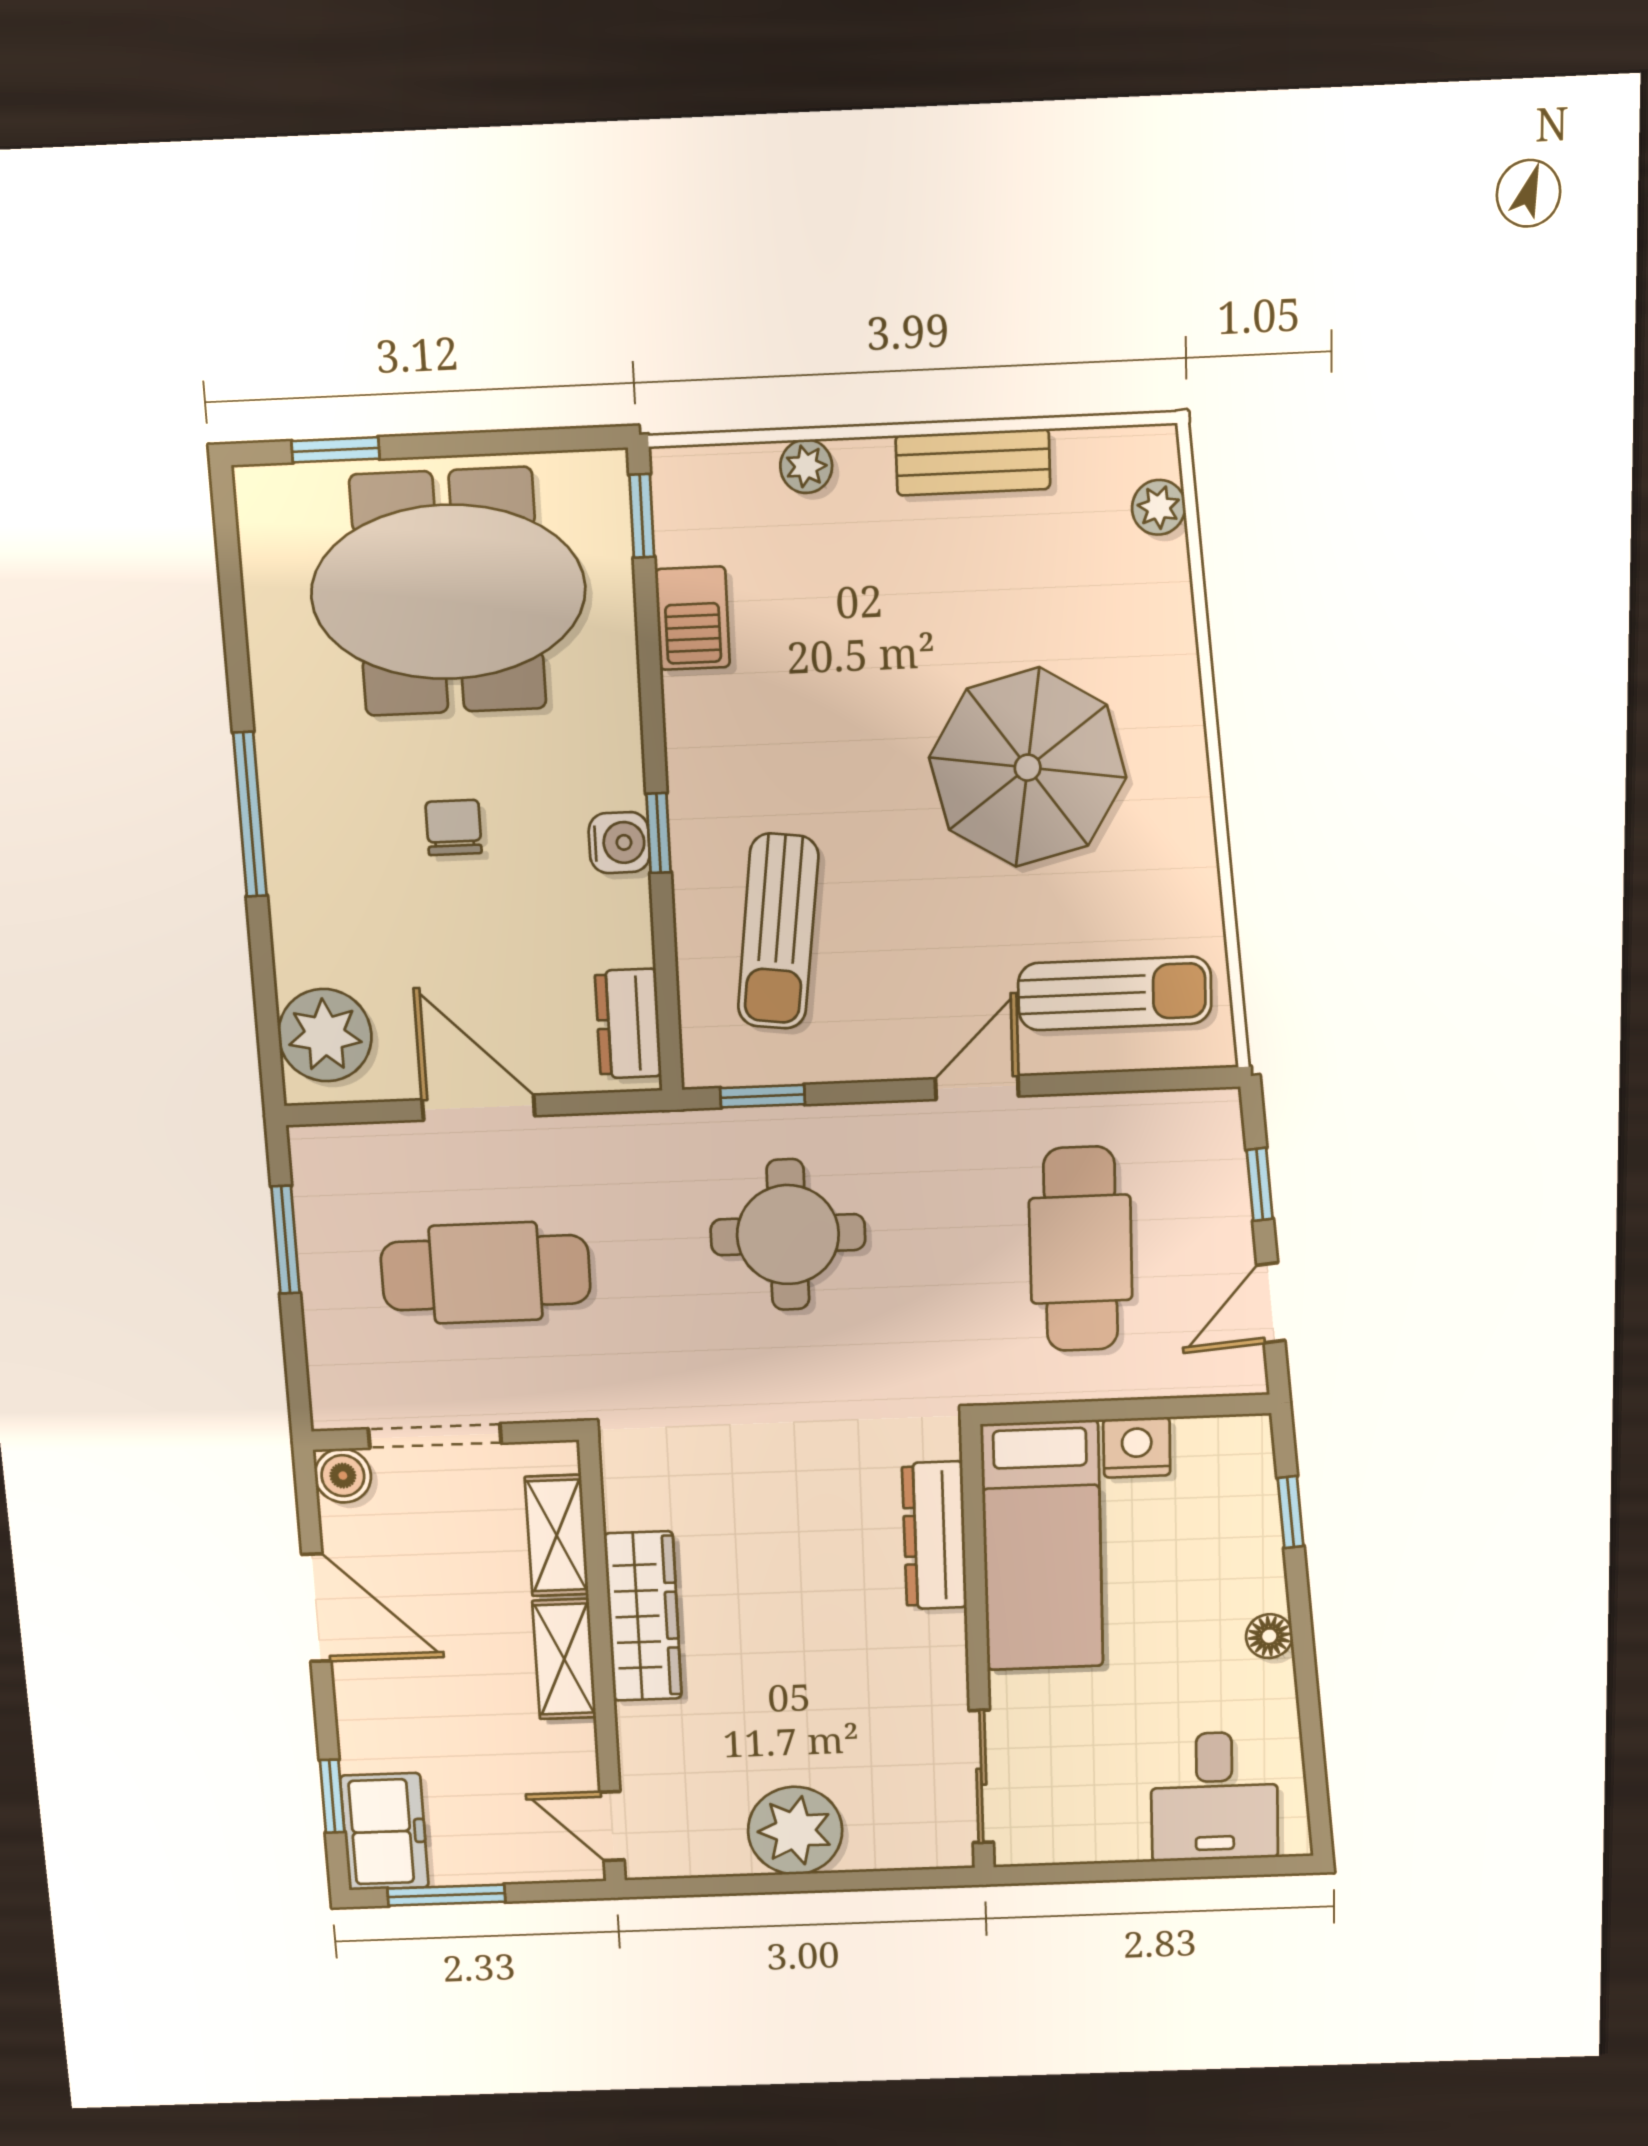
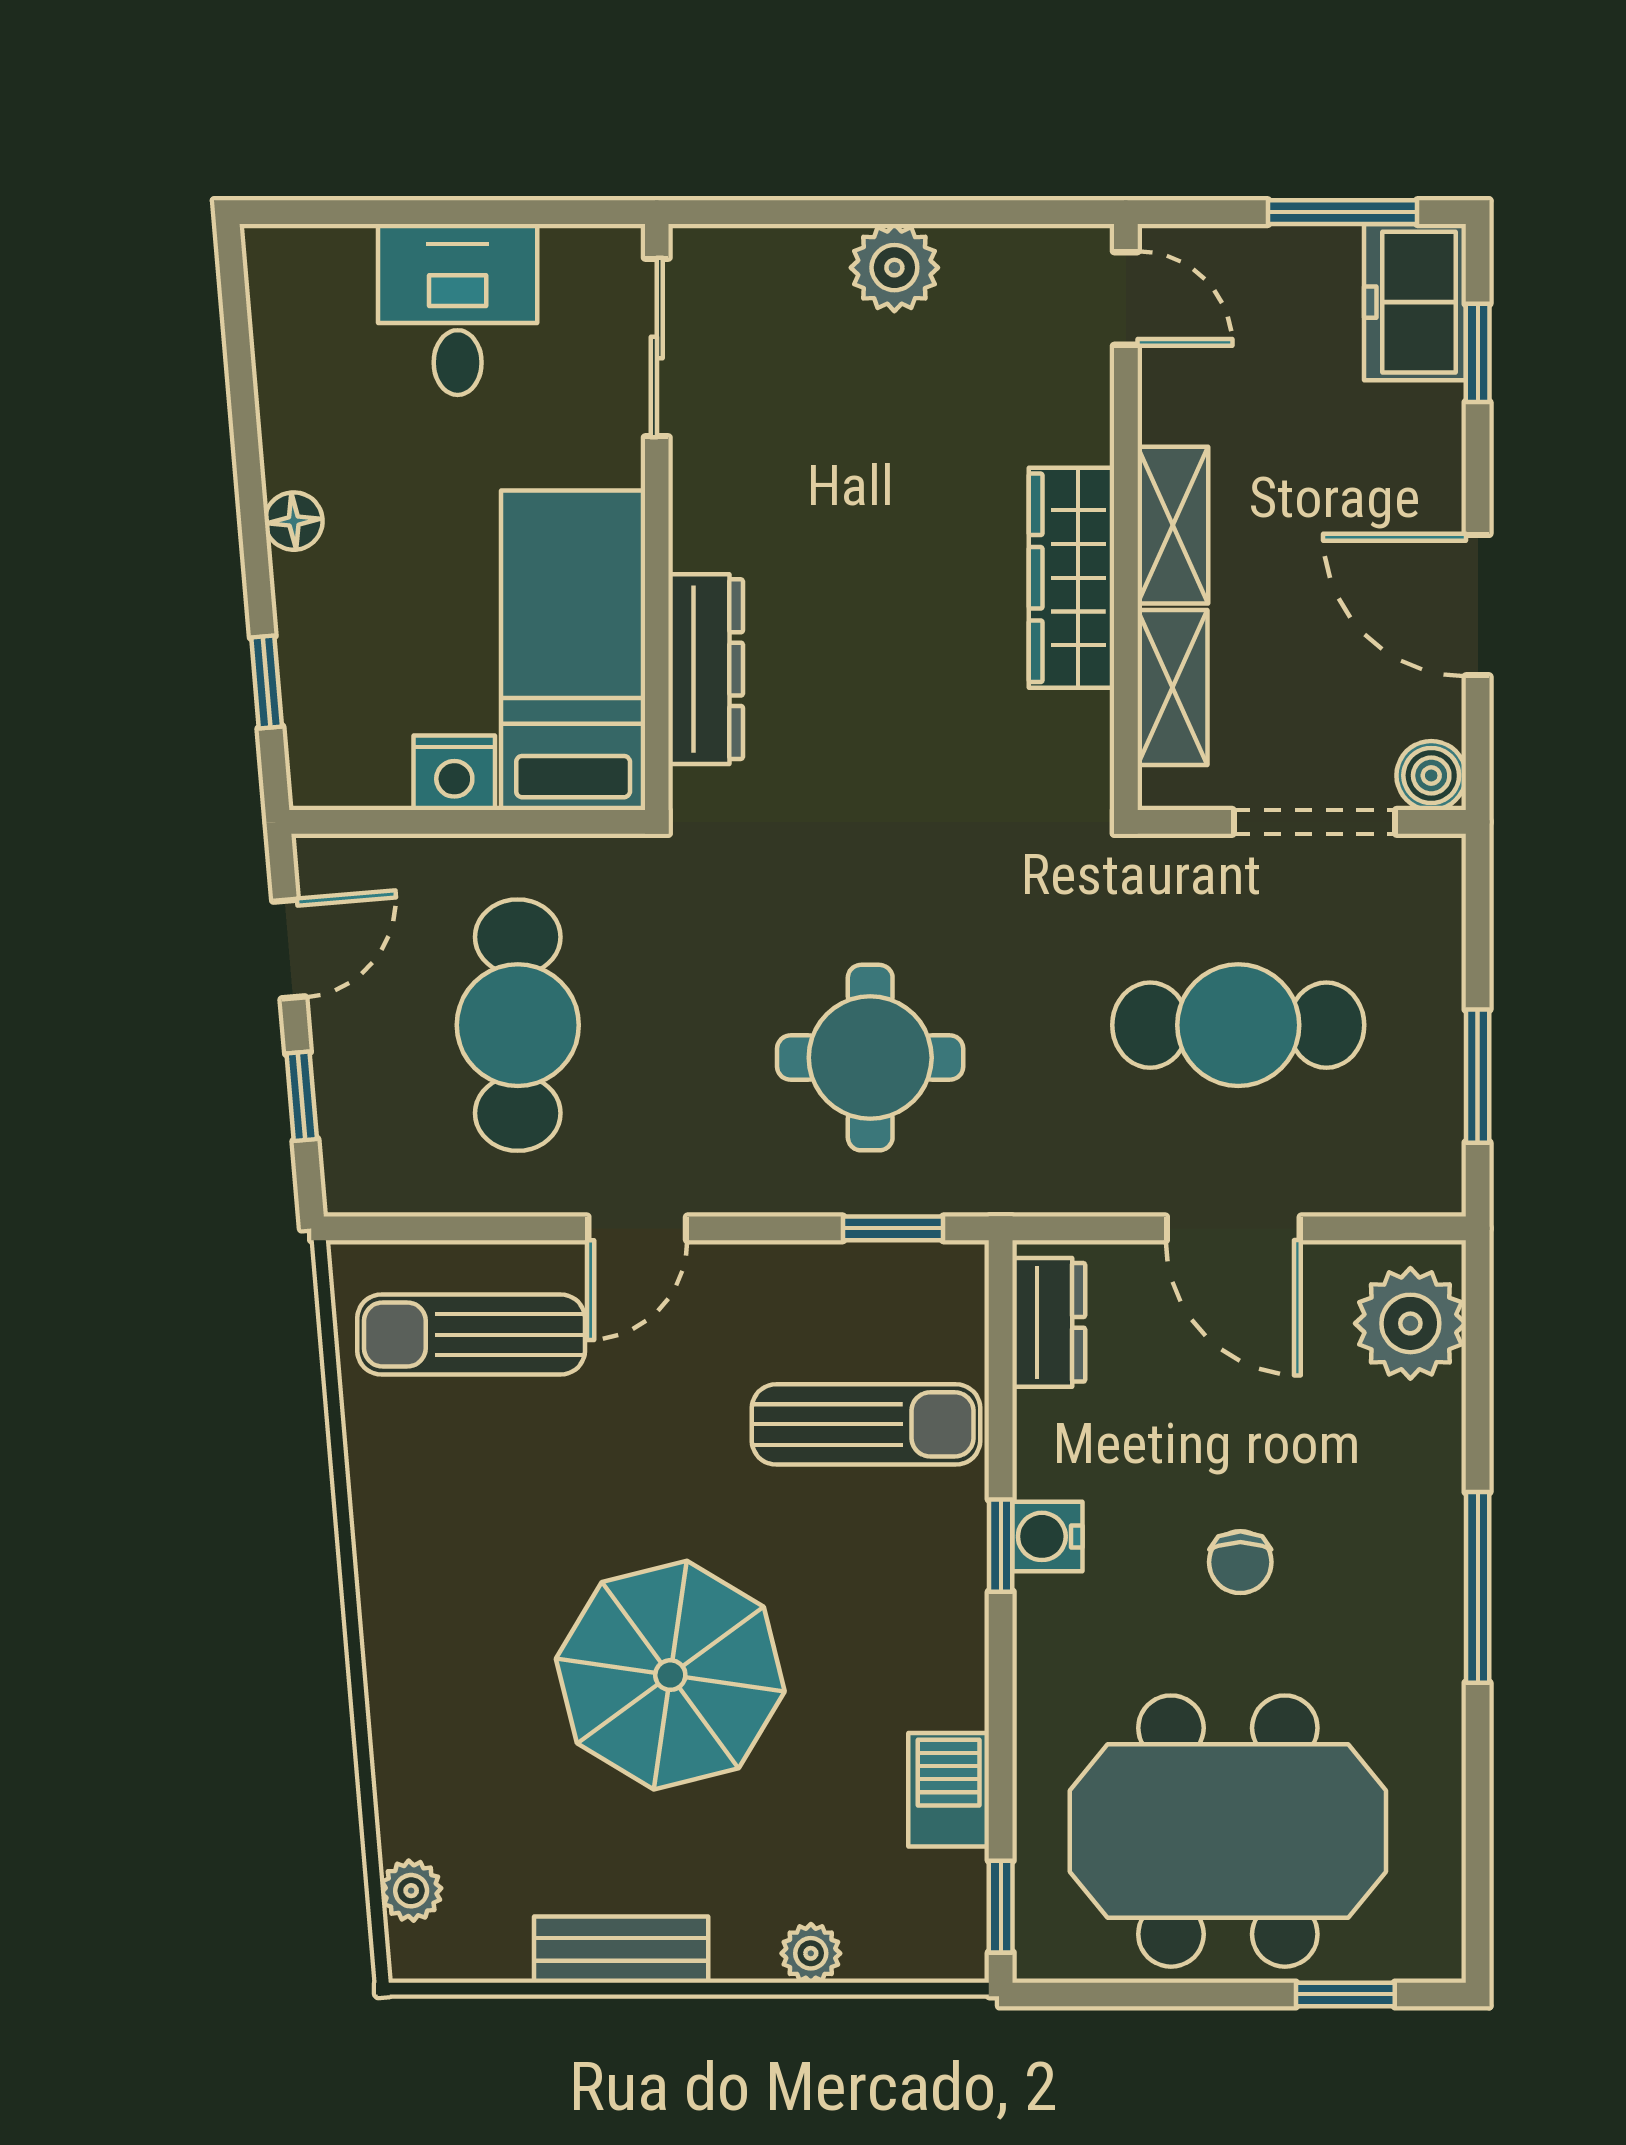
parasol: (1028, 768) -> (670, 1675), moved
sun lounger: (778, 932) -> (866, 1424), turned 83
desk: (1214, 1796) -> (458, 309), moved
plant: (795, 1831) -> (894, 268), width x0.73, depth x0.73

